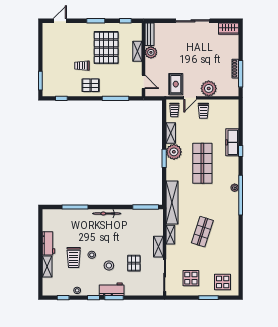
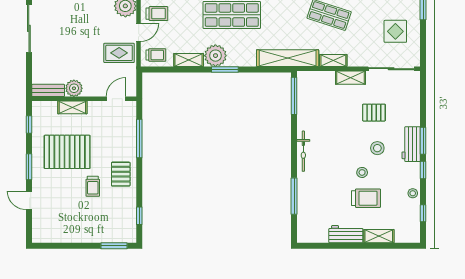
door: (60, 21) -> (29, 200), moved
door: (190, 98) -> (139, 32), hinge flipped

